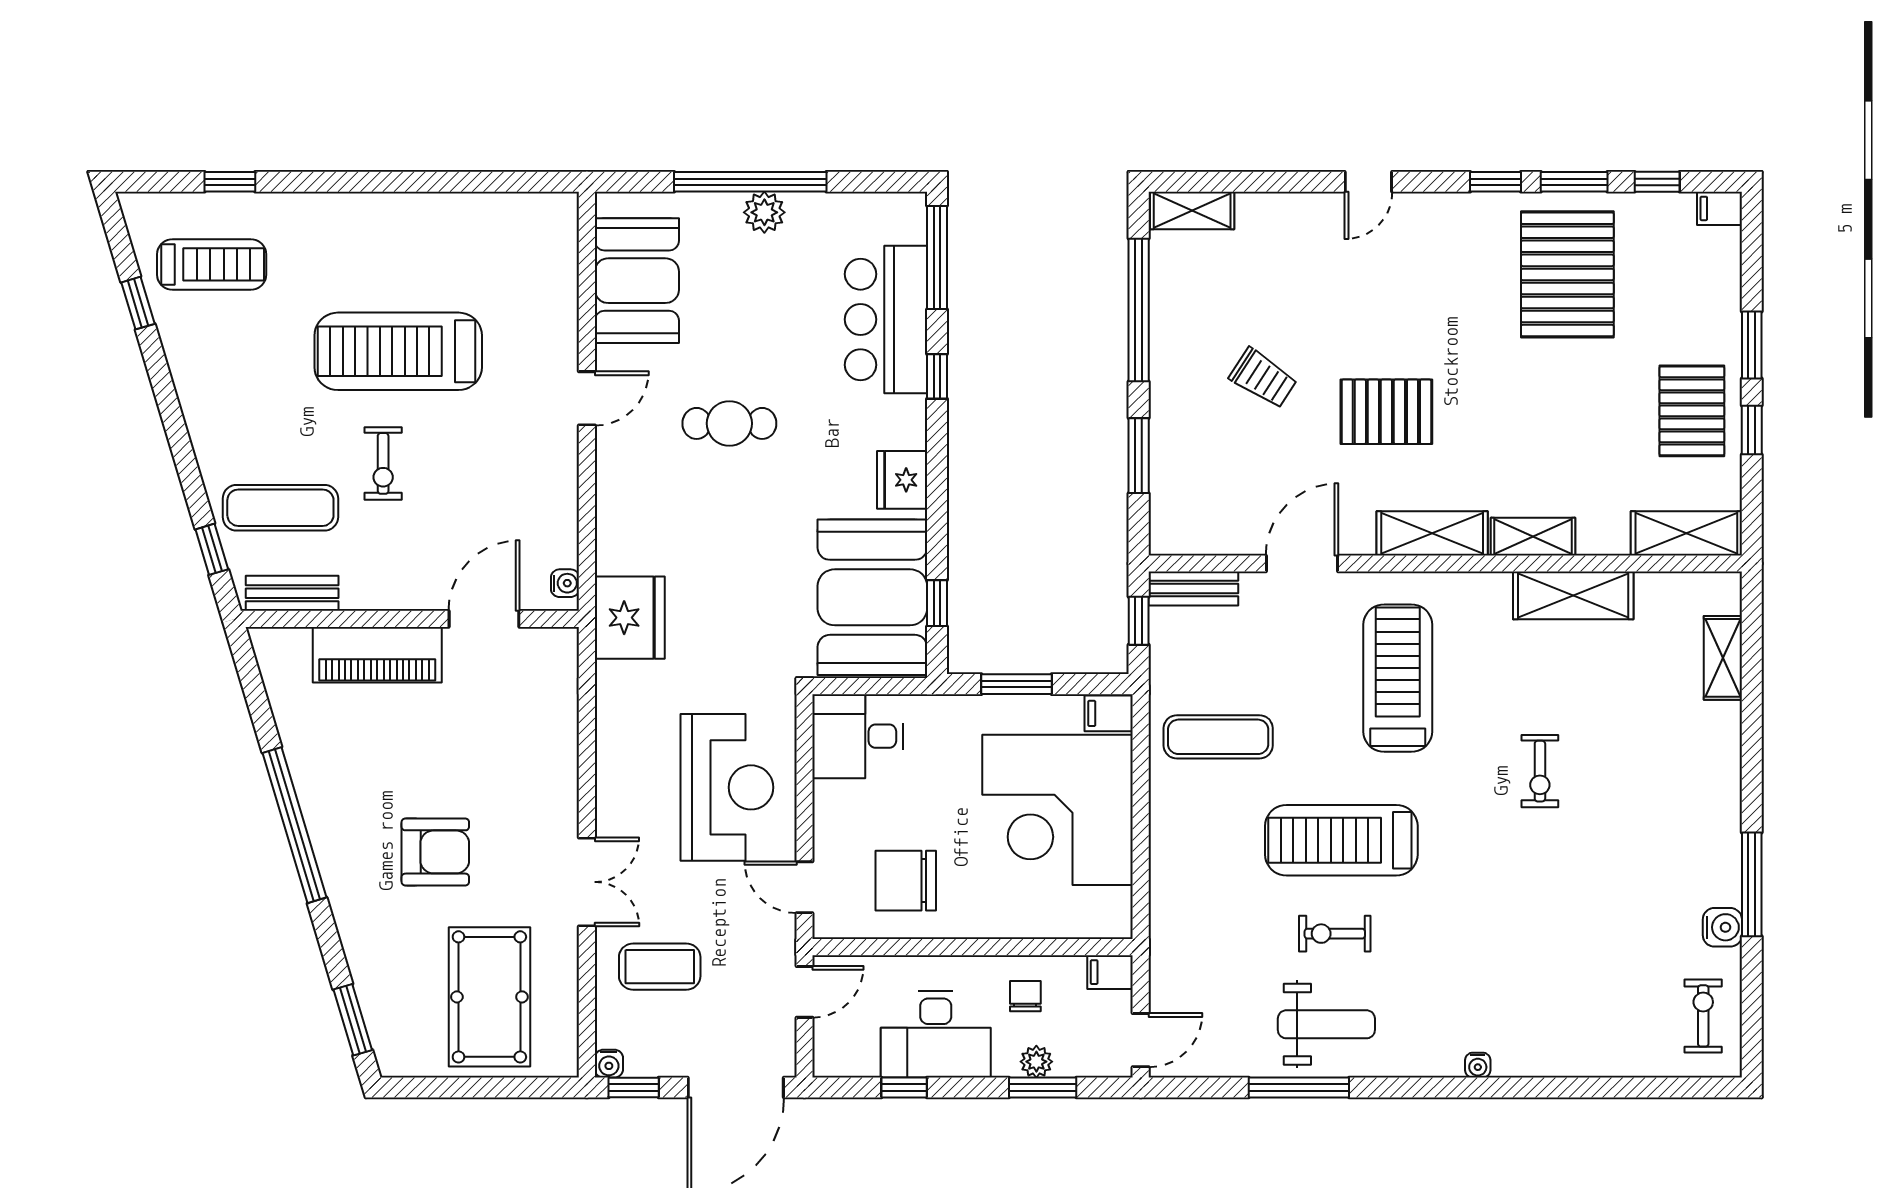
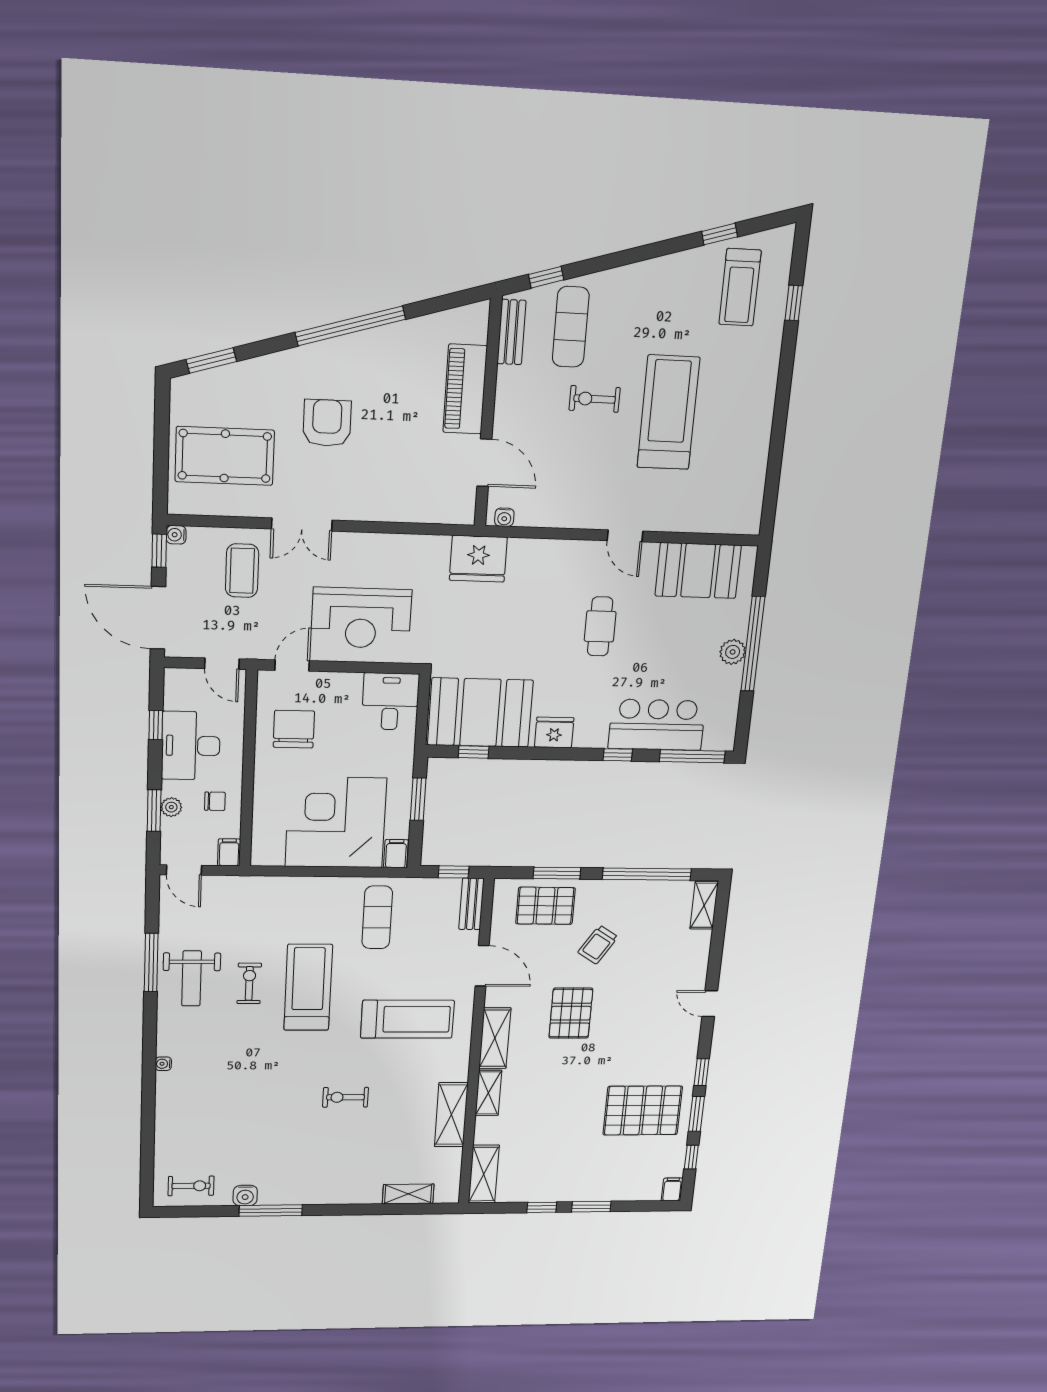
pallet: (1692, 411) -> (545, 906), moved
armchair: (435, 852) -> (327, 423), turned 180

